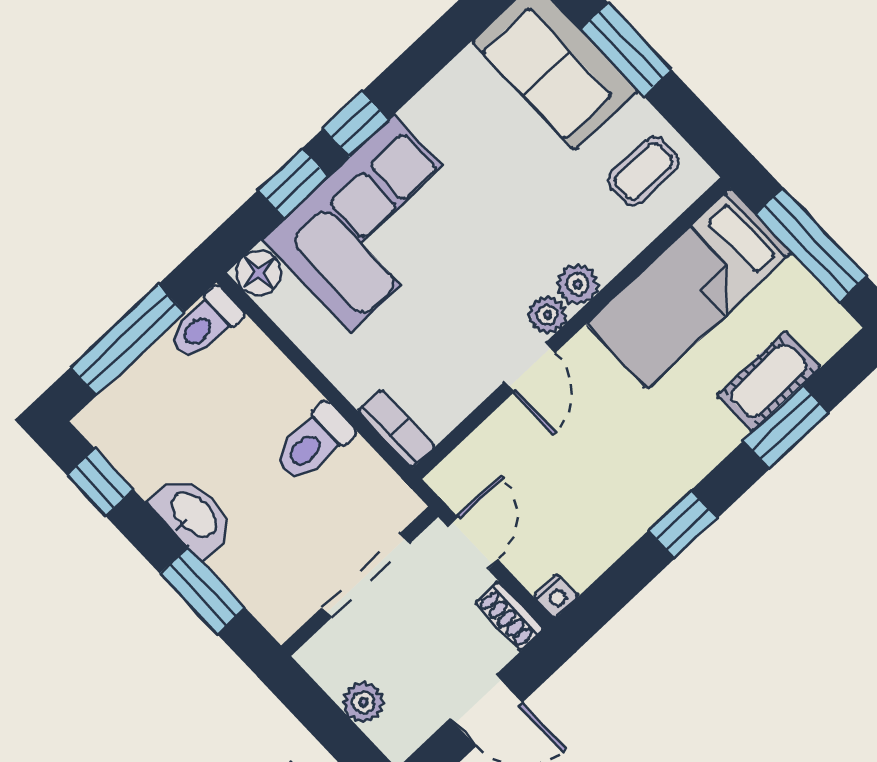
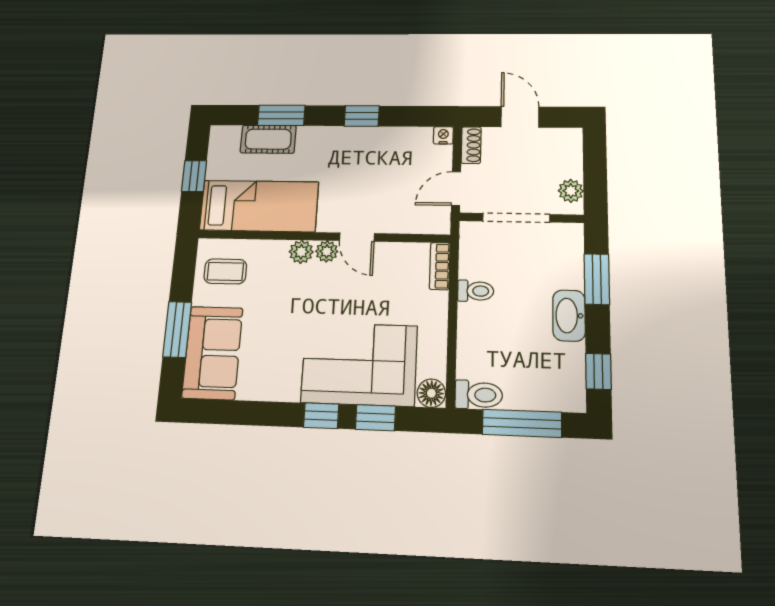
window: (811, 245) -> (194, 176), width x0.46
door: (530, 368) -> (357, 237), swing flipped
toilet: (313, 443) -> (476, 291), width x0.73, depth x0.72
plant: (363, 702) -> (571, 191), moved

